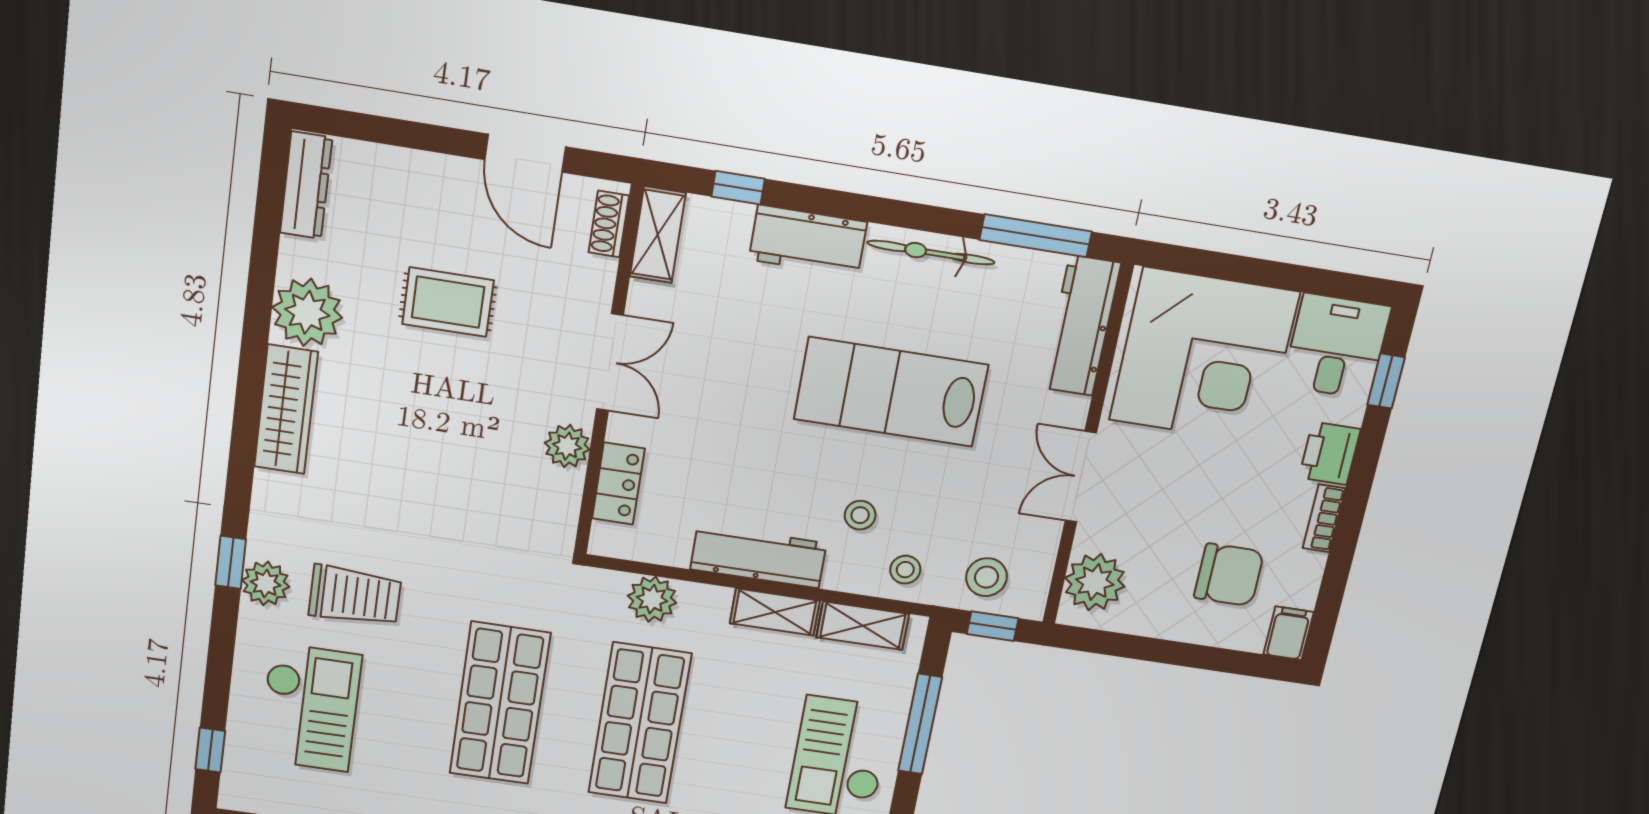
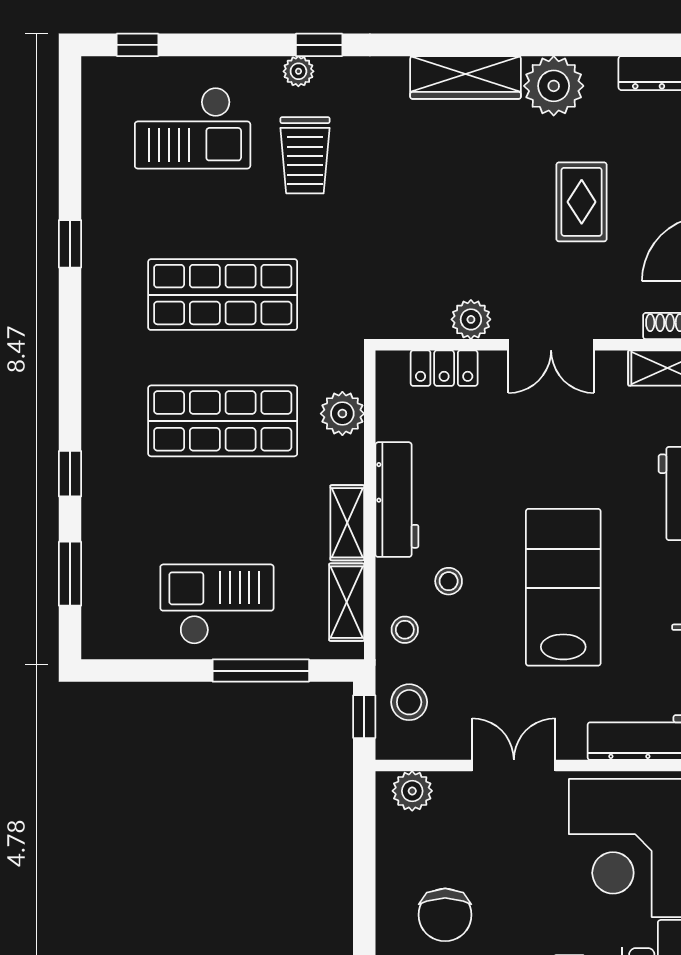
plant: (1095, 582) -> (412, 791), width x0.73, depth x0.73
plant: (266, 583) -> (298, 71), width x0.73, depth x0.73

